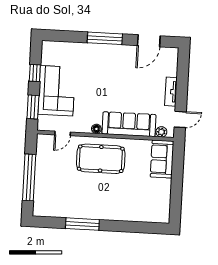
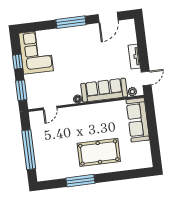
corner sofa: (57, 91) -> (36, 52), moved
pool table: (101, 159) -> (99, 152), moved
sofa: (162, 159) -> (138, 120), width x1.36

